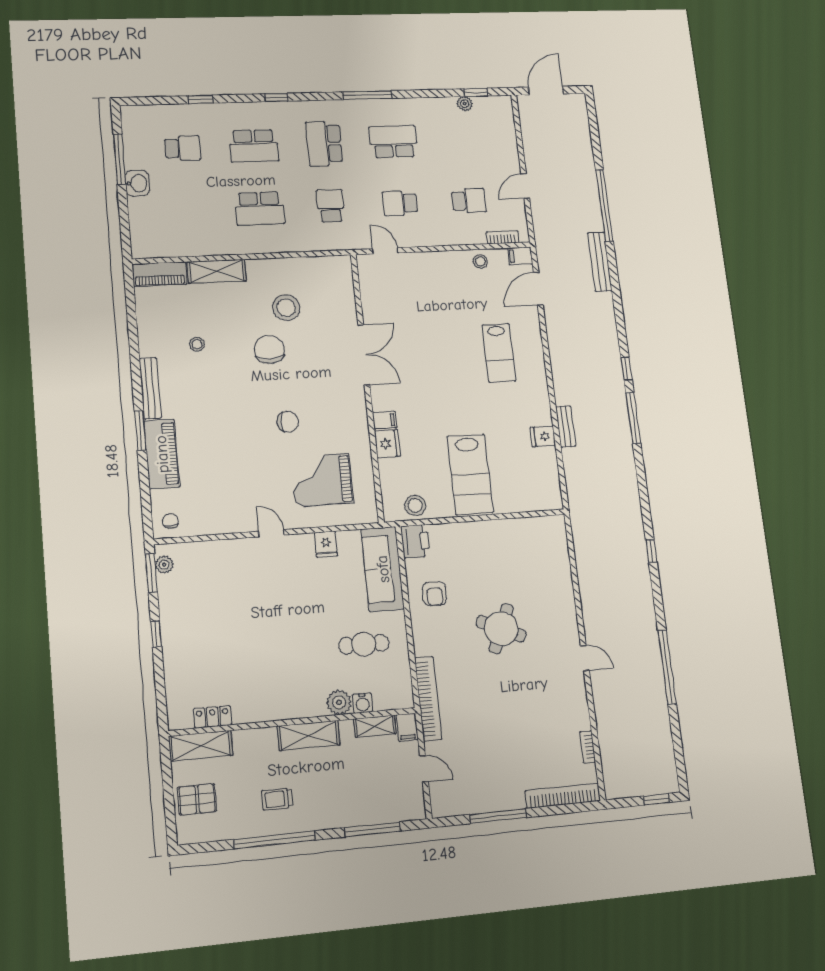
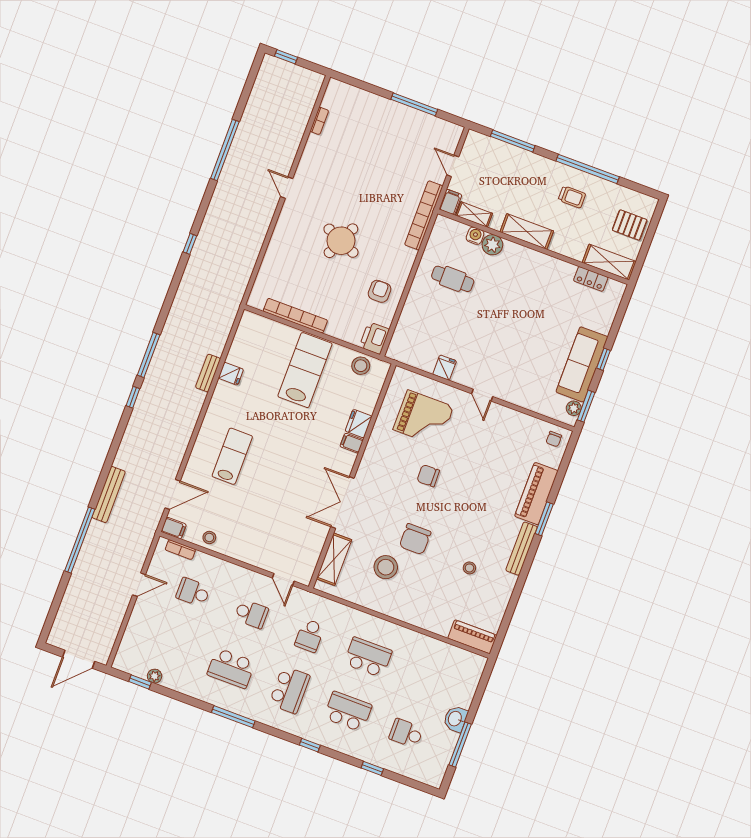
shelving: (217, 271) -> (334, 559), moved, turned 90
sofa: (383, 569) -> (582, 364), moved, turned 180
bookcase: (563, 796) -> (295, 316), moved, turned 180

